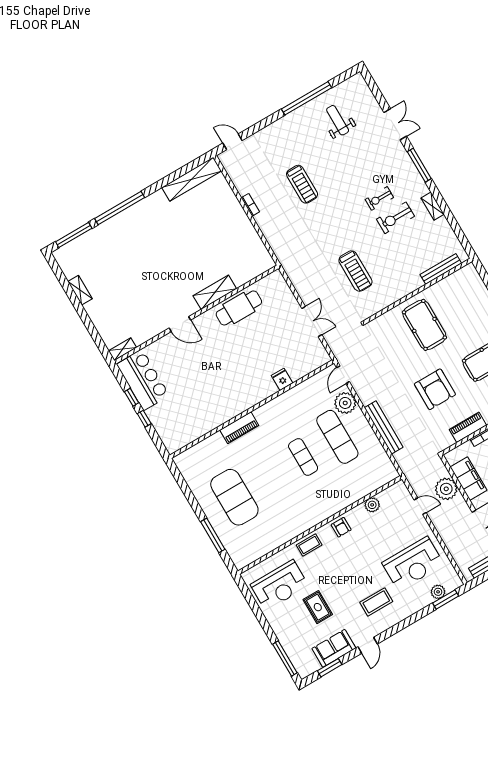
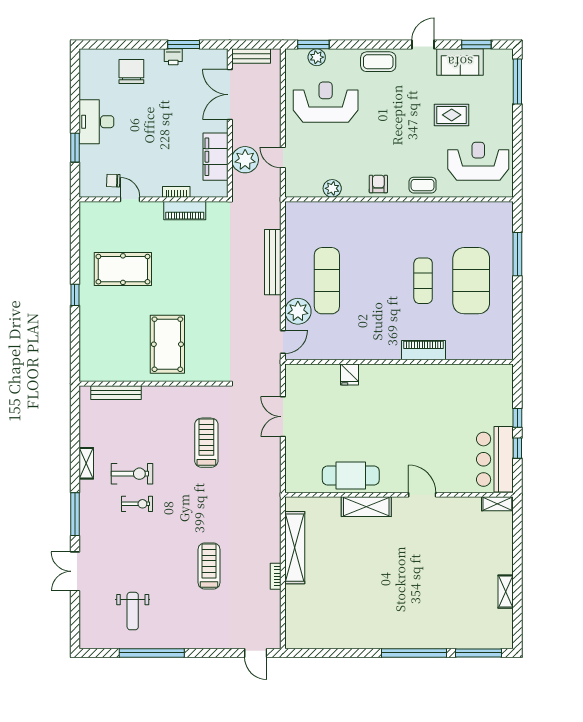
shelving: (192, 179) -> (295, 548), moved, turned 90
armchair: (435, 389) -> (196, 271), removed
exercise mat: (303, 457) -> (423, 281), moved
coffee table: (376, 602) -> (378, 62), moved
rug: (318, 607) -> (452, 115), turned 90

